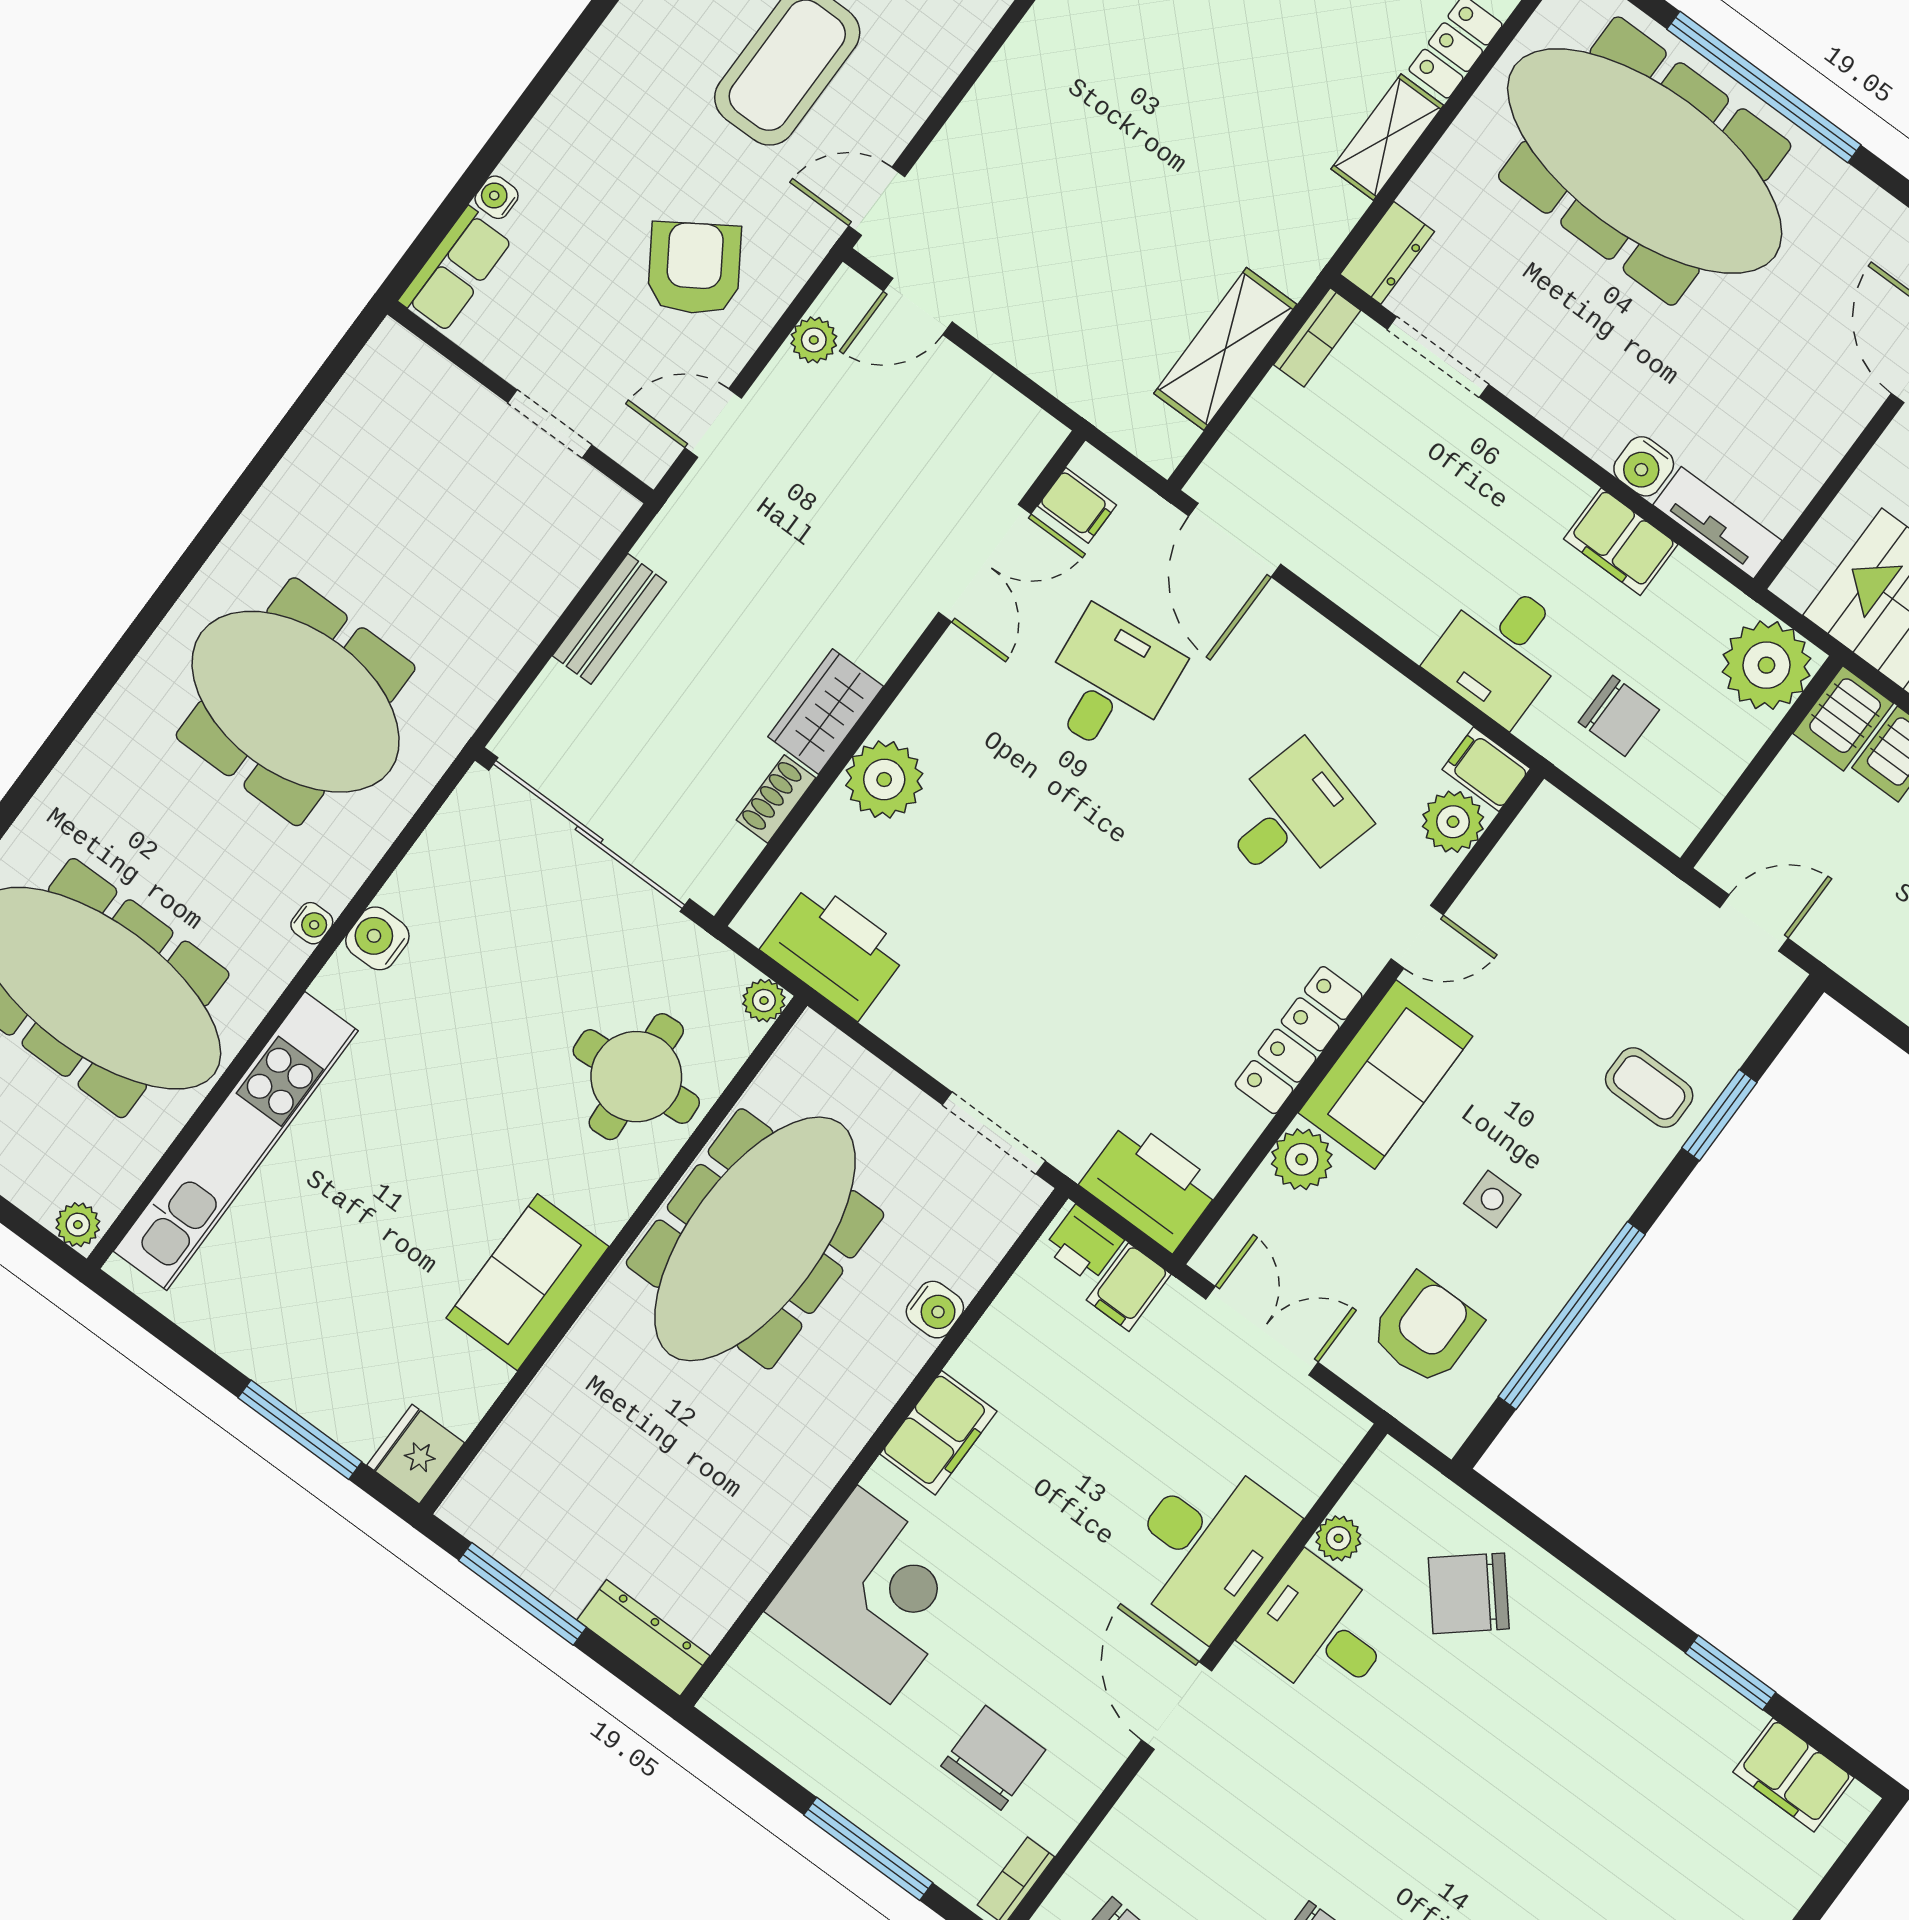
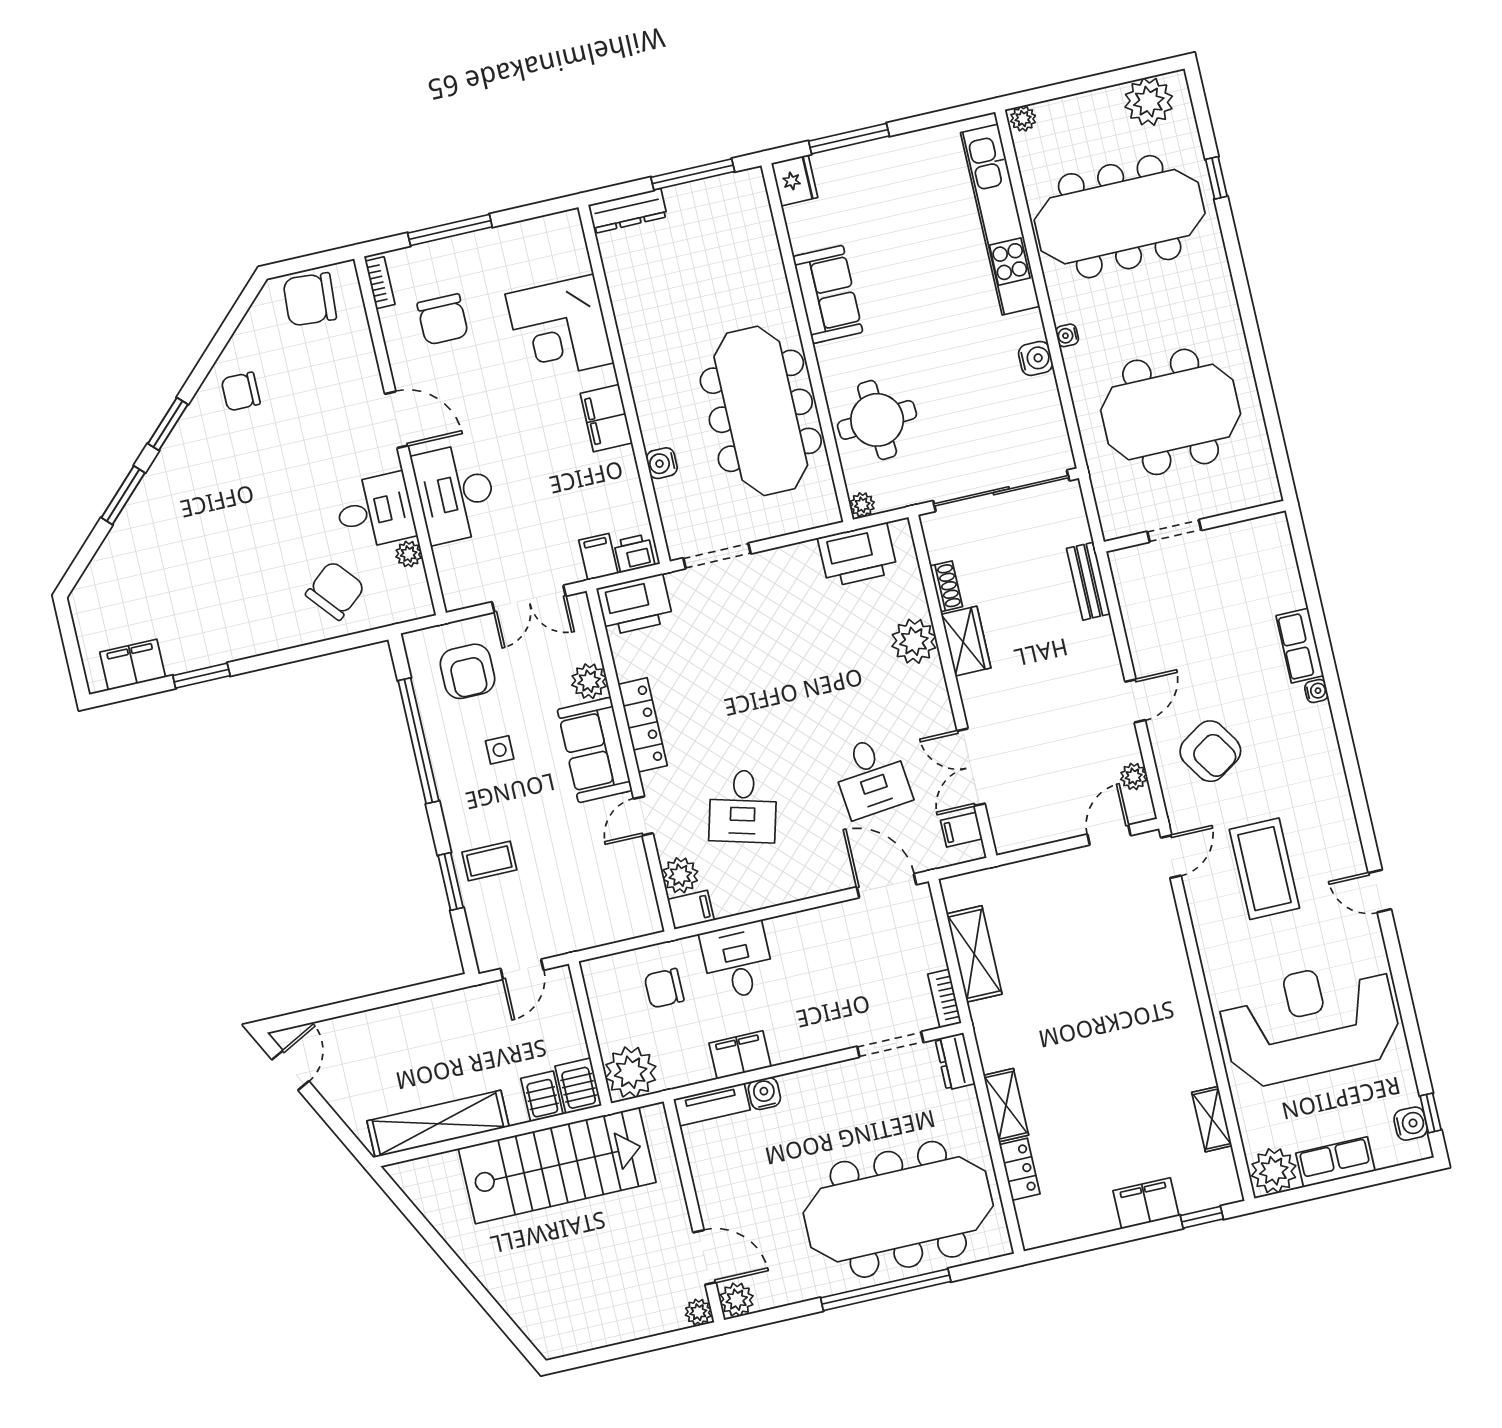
wall: (520, 402) -> (1195, 526), moved
doorway: (550, 424) -> (1174, 531), moved

